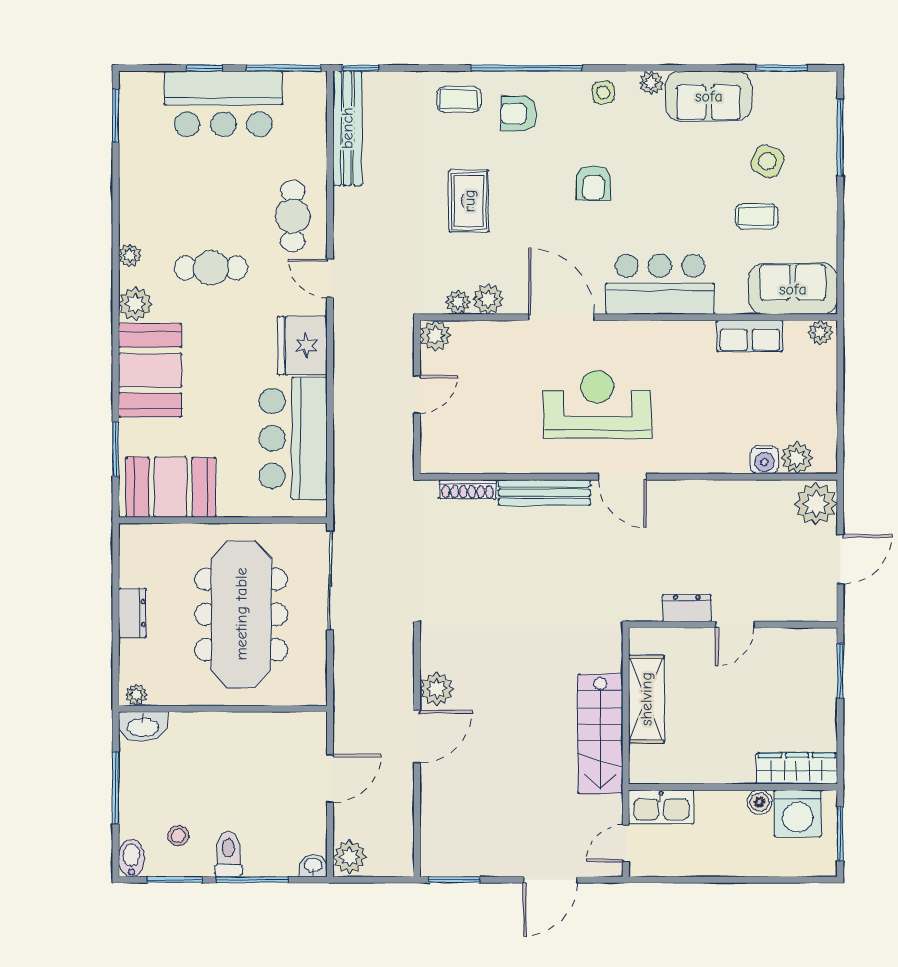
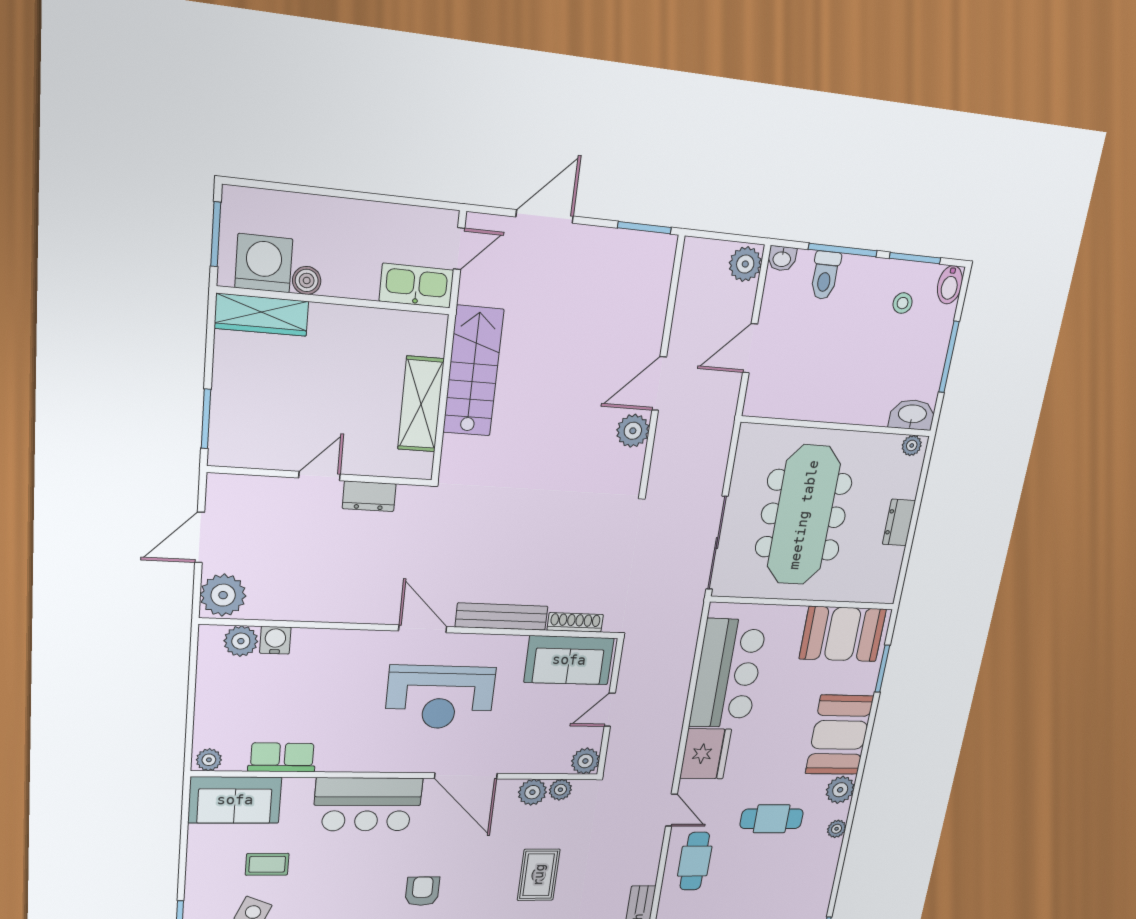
sofa: (469, 448) -> (569, 660), added
toilet: (228, 854) -> (825, 275), moved

